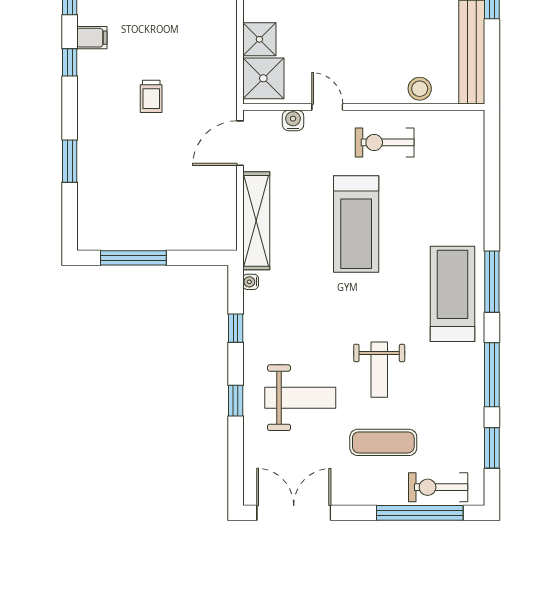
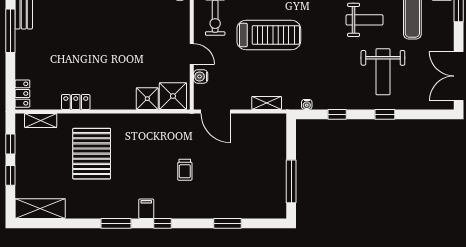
trolley: (151, 96) -> (185, 170), turned 90
door: (327, 107) -> (192, 54), swing flipped
shelving: (256, 221) -> (267, 103), width x0.45, depth x0.75
weight bench: (300, 398) -> (383, 72), turned 180

